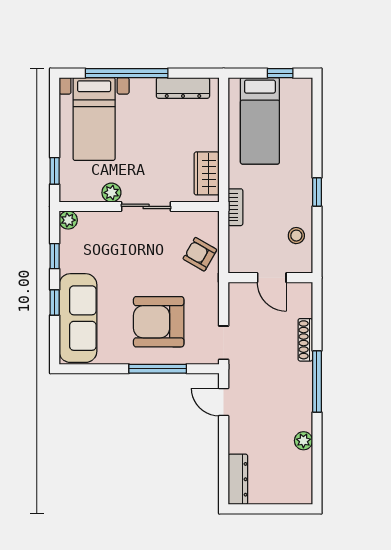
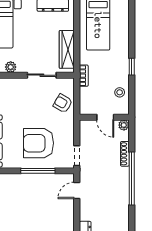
wardrobe: (207, 173) -> (67, 49), width x1.50
sliding door: (146, 206) -> (42, 75), moved
window: (317, 382) -> (132, 178), width x1.46
door: (224, 402) -> (77, 190), hinge flipped
plant: (303, 441) -> (124, 125), moved

